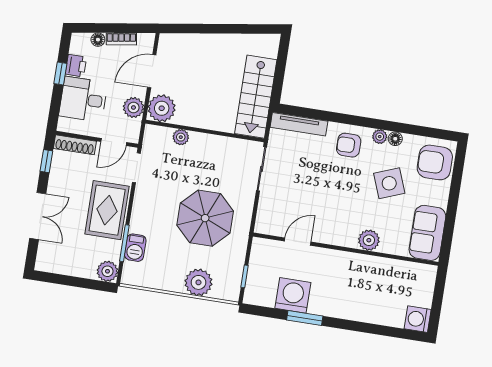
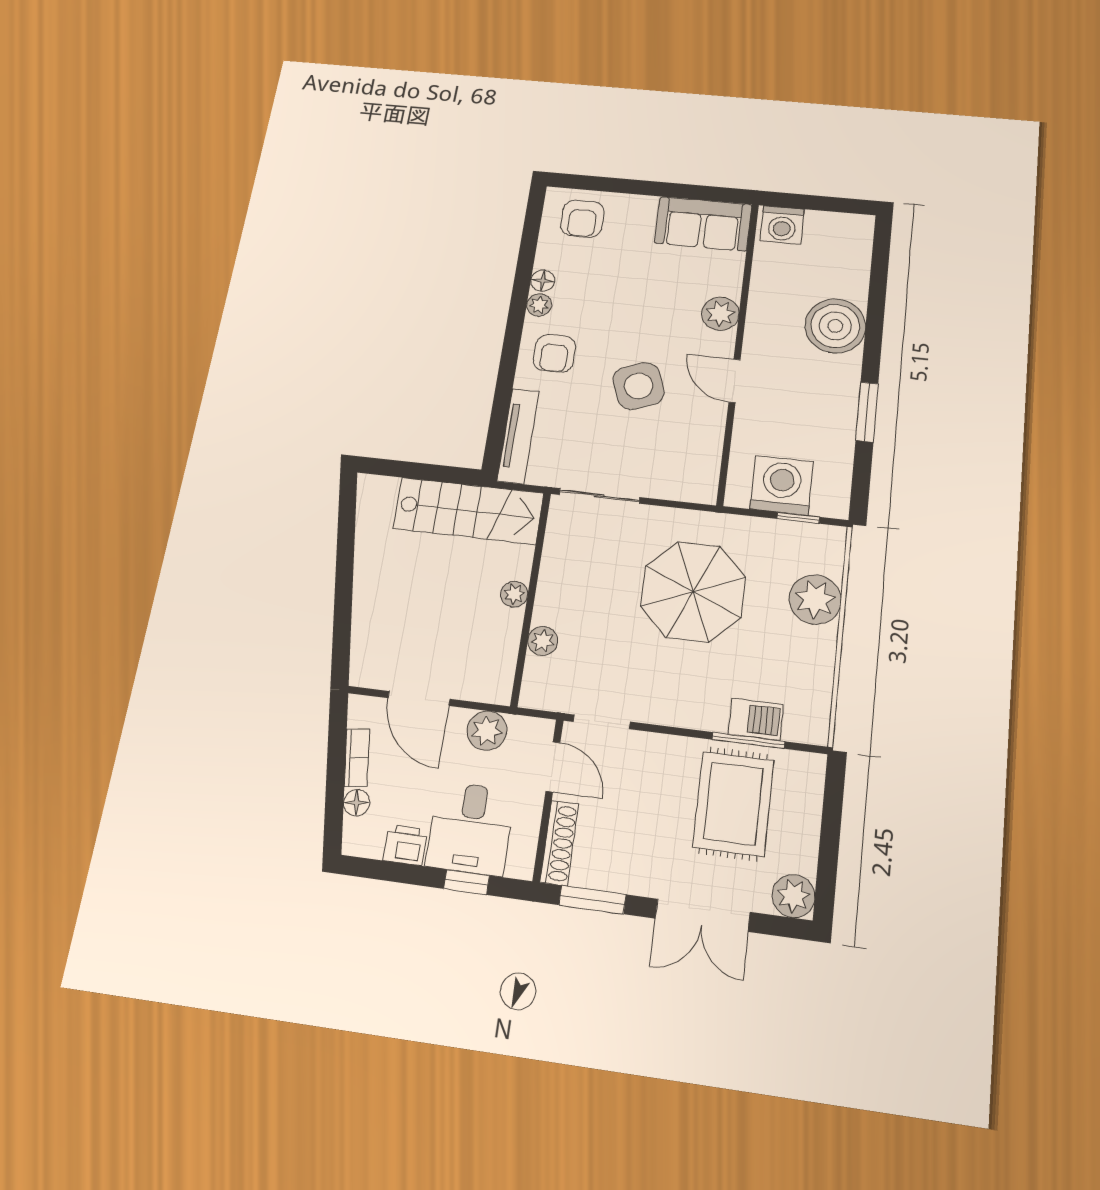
window: (60, 74) -> (467, 882), moved
plant: (162, 108) -> (514, 594), moved, width x0.53, depth x0.53
window: (46, 161) -> (592, 900), width x1.50
armchair: (435, 162) -> (582, 219), width x0.72, depth x0.72
side table: (389, 183) -> (639, 386), moved
rug: (107, 210) -> (733, 804), moved, turned 90
double door: (38, 216) -> (703, 915), swing flipped
door: (298, 242) -> (735, 381), moved
plant: (107, 271) -> (793, 896), moved
washing machine: (293, 295) -> (782, 485), moved, turned 90
boiler: (358, 304) -> (835, 326), added
washing machine: (418, 319) -> (782, 225), moved

